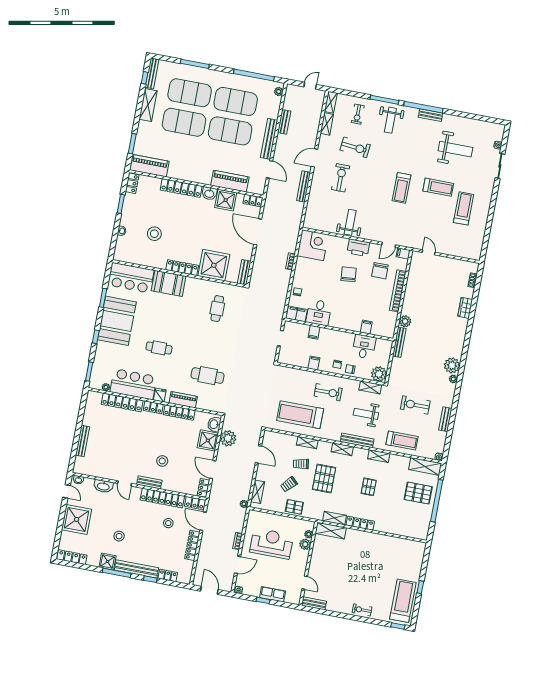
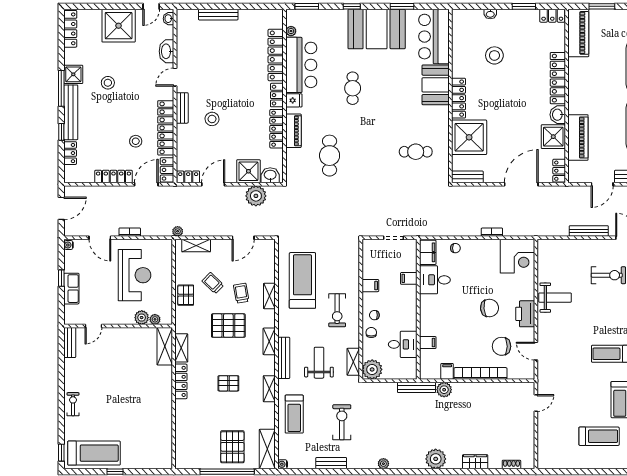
filing cabinet: (403, 253) -> (447, 371), moved
plant: (452, 365) -> (436, 459), moved

